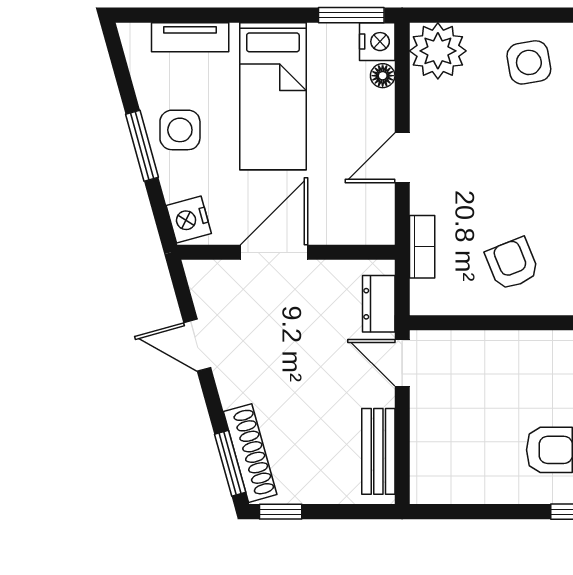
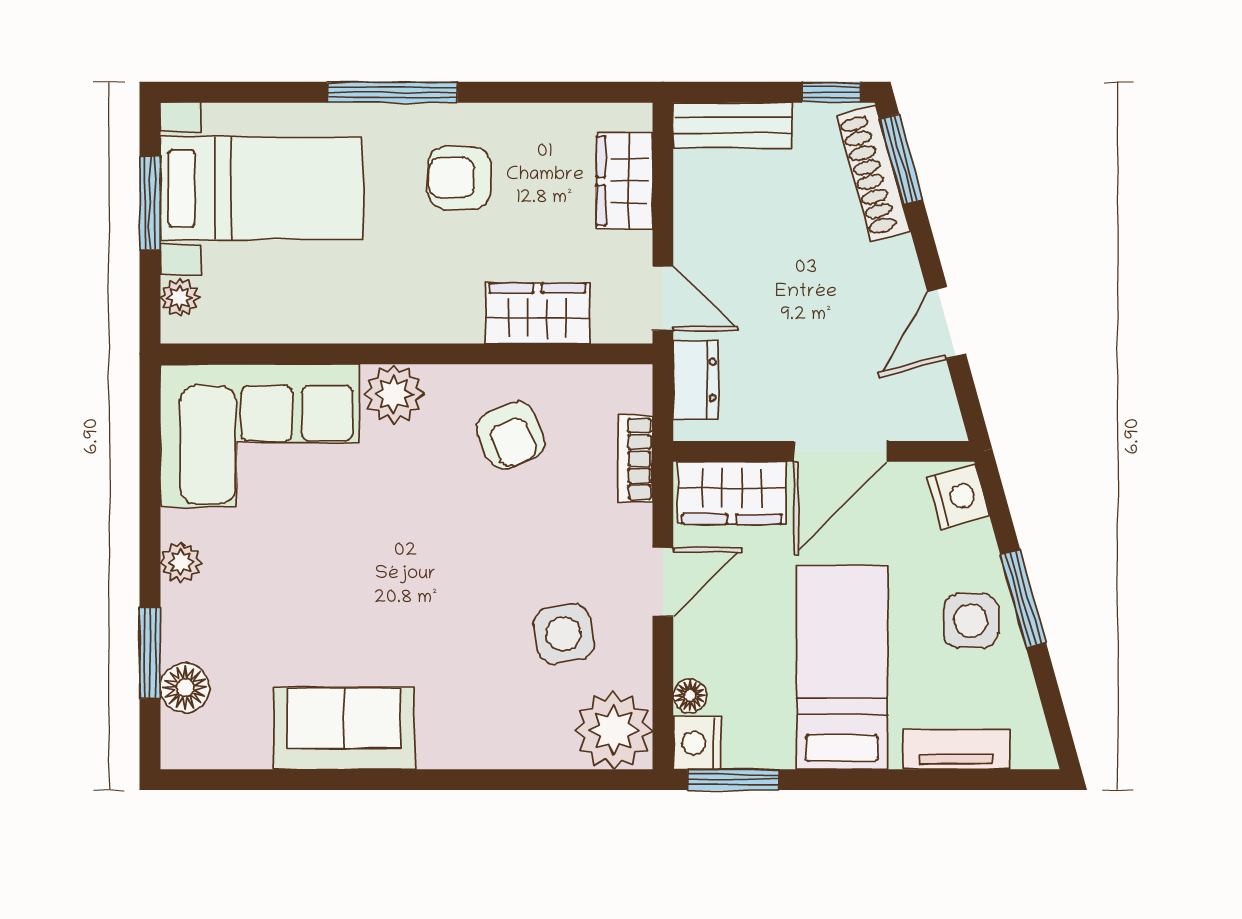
side table: (529, 62) -> (564, 634), moved
wardrobe: (353, 222) -> (732, 493), added
door: (197, 345) -> (947, 323), swing flipped
wardrobe: (493, 352) -> (537, 313), added
wardrobe: (430, 448) -> (624, 181), added
bench: (378, 451) -> (733, 125), moved, turned 90

